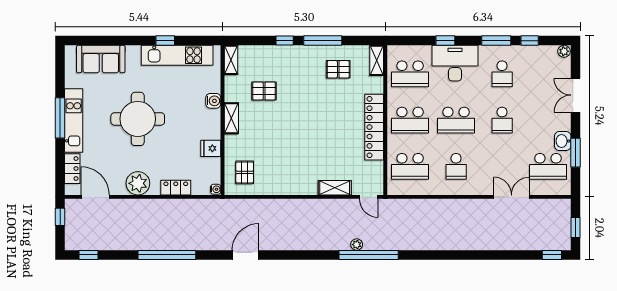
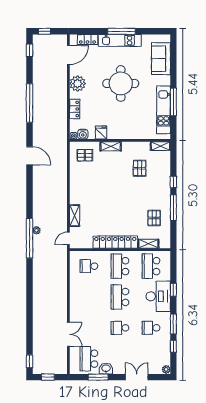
window: (165, 41) -> (173, 102), width x2.17
shelving: (377, 60) -> (148, 244), moved
water cooler: (213, 101) -> (83, 134), moved
shelving: (231, 118) -> (111, 146), moved
school desk: (410, 166) -> (89, 266), width x0.54
school desk: (456, 166) -> (89, 297), removed
window: (60, 217) -> (44, 31), moved

